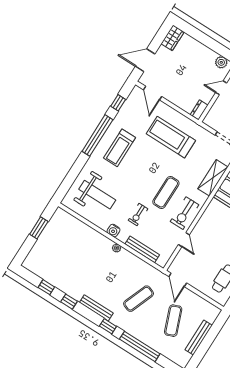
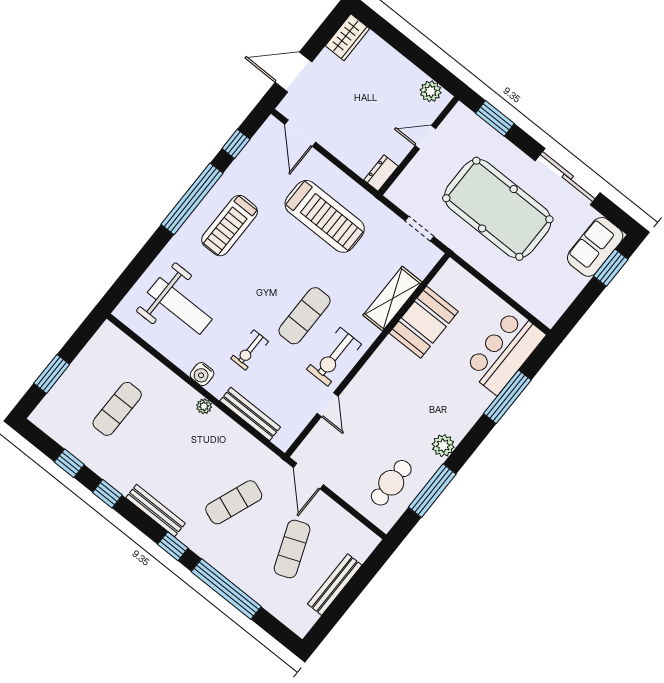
treadmill: (171, 137) -> (325, 216), turned 180
window: (39, 228) -> (52, 374), moved
exercise mat: (69, 255) -> (117, 409), added

